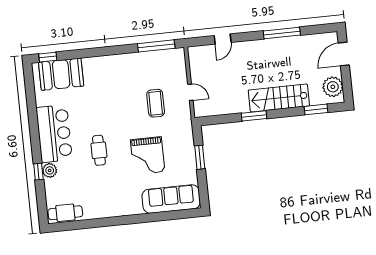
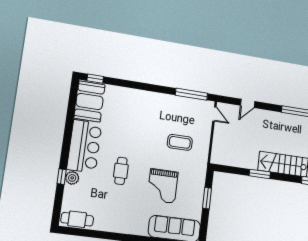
booth: (61, 74) -> (90, 101), moved, turned 90
door: (190, 92) -> (214, 114), moved
coffee table: (156, 103) -> (180, 142), turned 90

